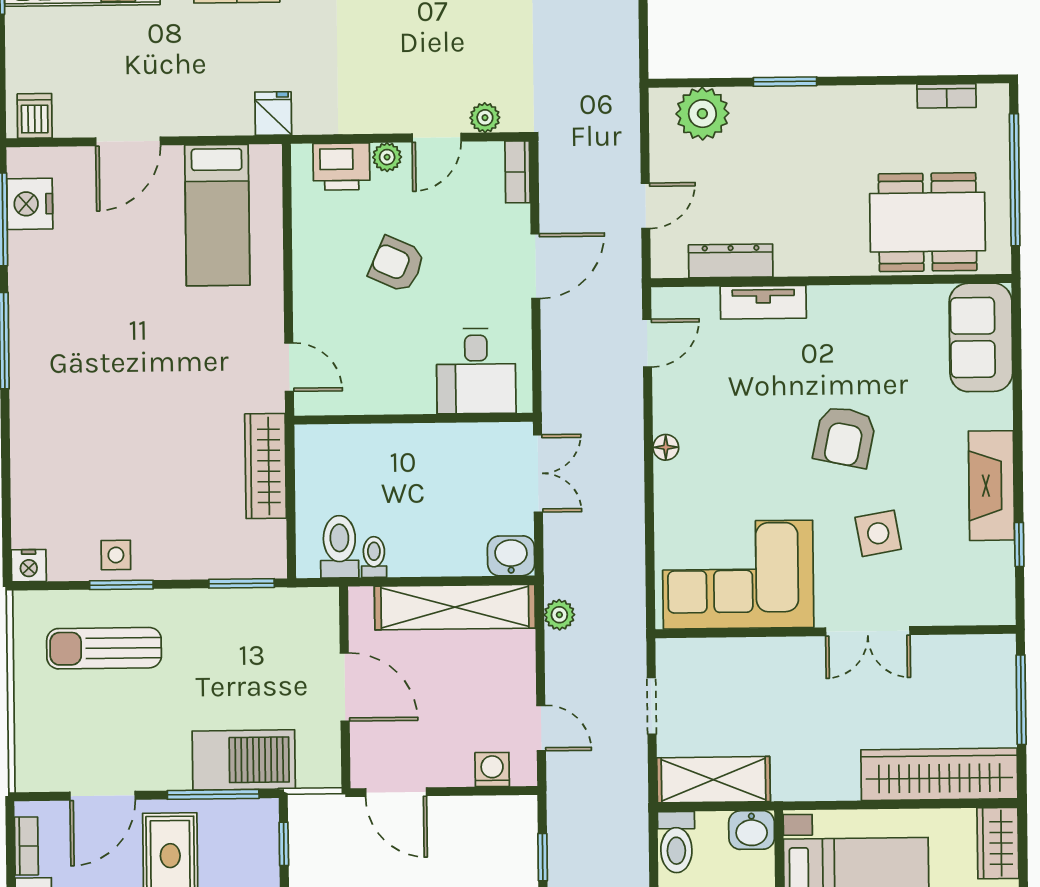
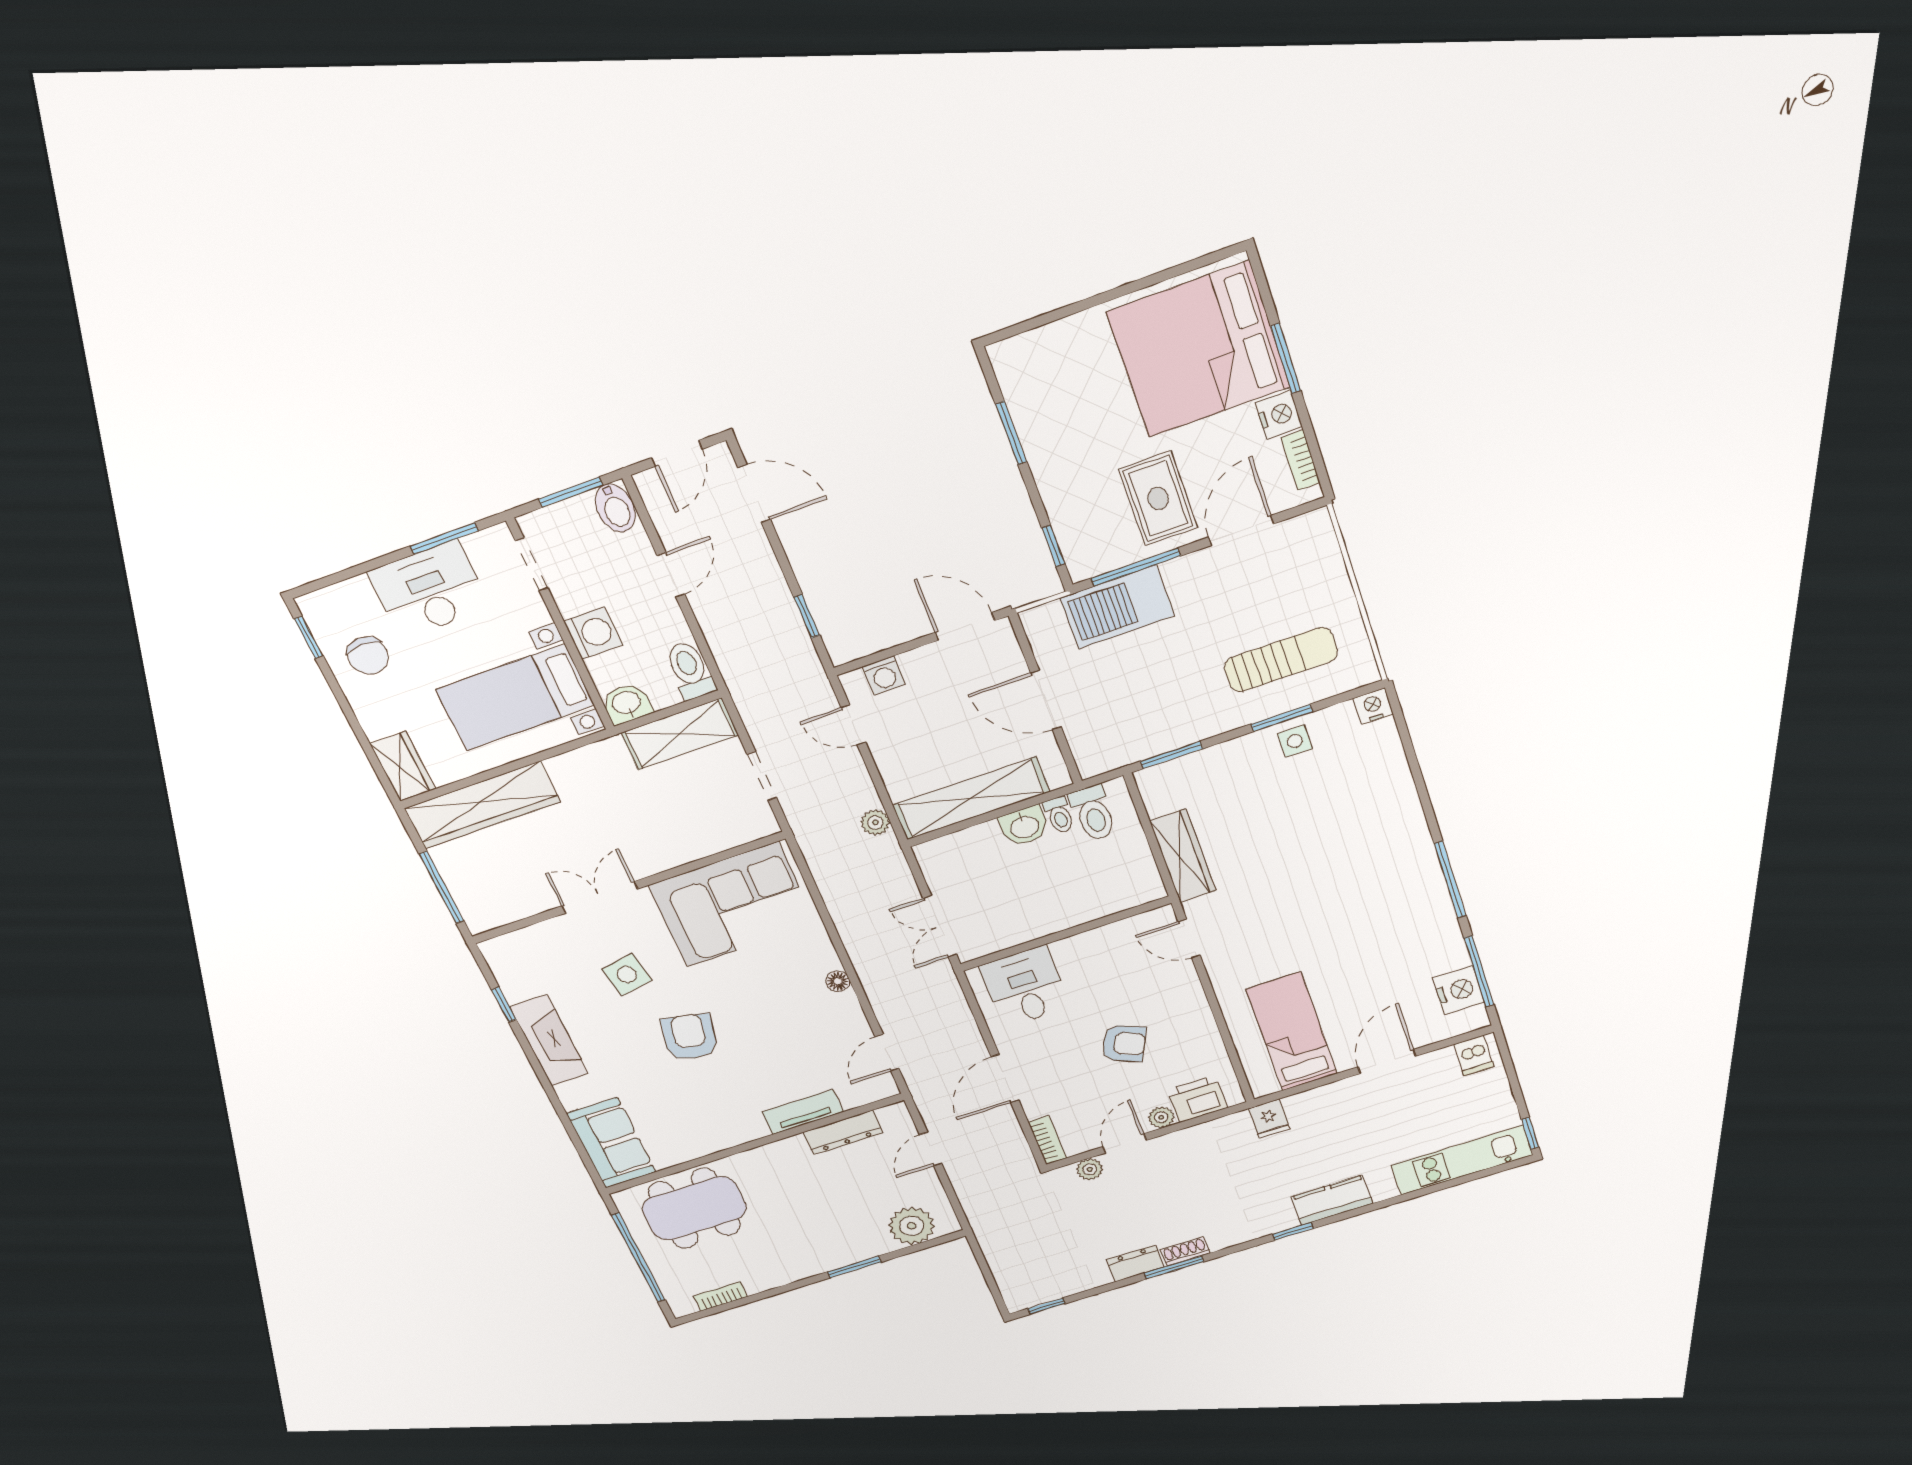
washbasin: (511, 556) -> (1024, 826), moved

